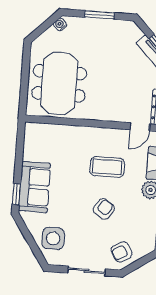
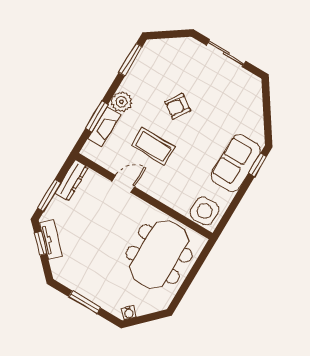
door: (140, 127) -> (123, 184), moved
side table: (53, 238) -> (205, 211), moved
armchair: (122, 252) -> (181, 54), removed

